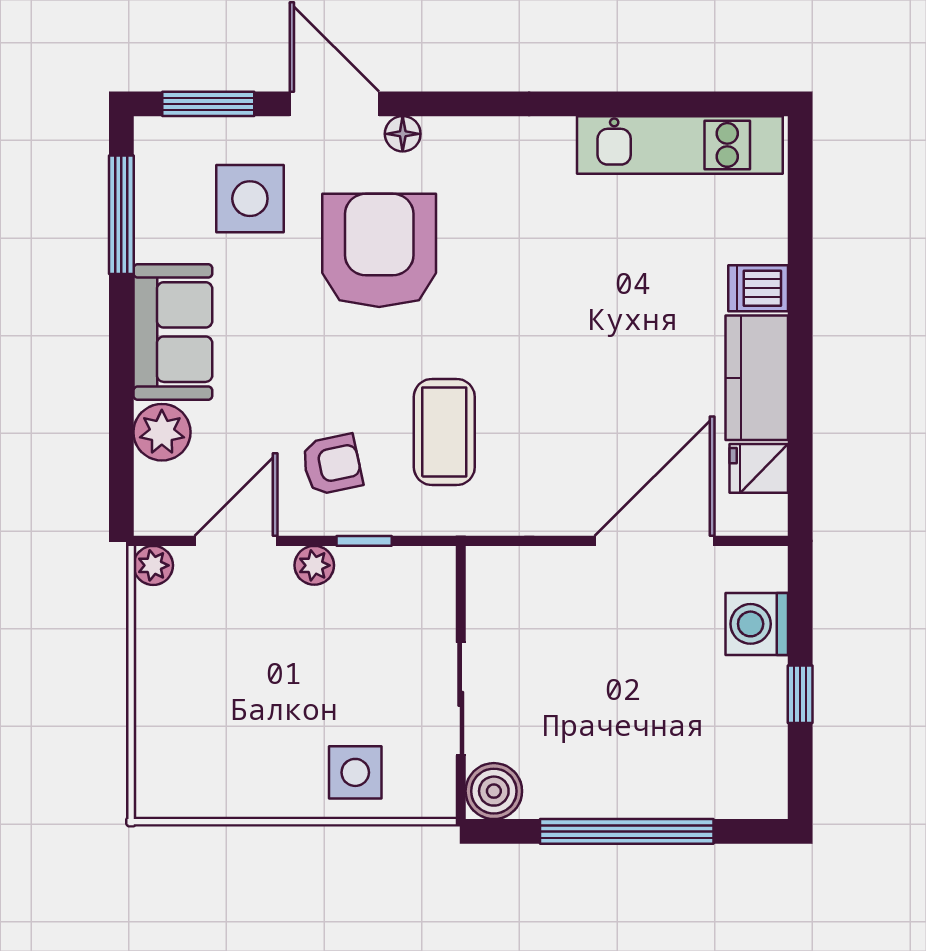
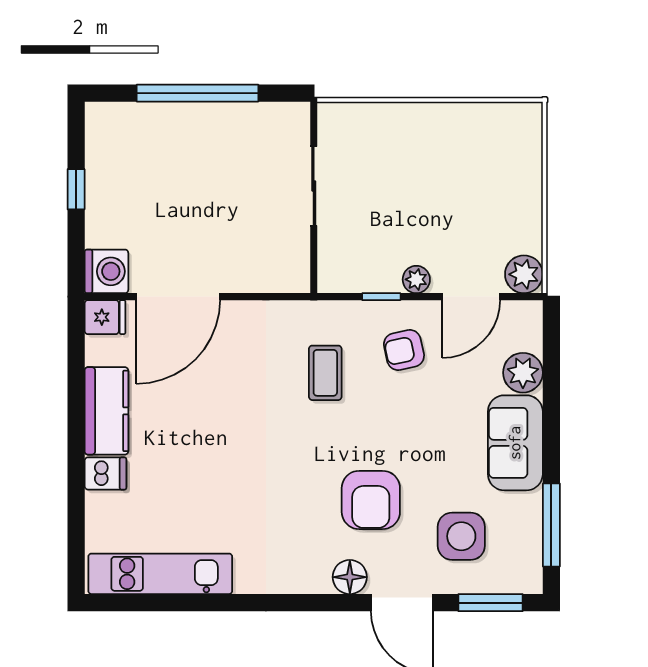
floor lamp: (403, 134) -> (350, 577), width x1.37, depth x1.37
armchair: (379, 250) -> (371, 500), width x0.73, depth x0.73
coffee table: (444, 432) -> (325, 373), width x0.73, depth x0.77
fridge: (759, 468) -> (105, 317), moved
plant: (153, 565) -> (524, 274), width x1.38, depth x1.38
washing machine: (757, 624) -> (106, 271), moved
side table: (355, 772) -> (388, 134), removed
boiler: (494, 791) -> (291, 121), removed

